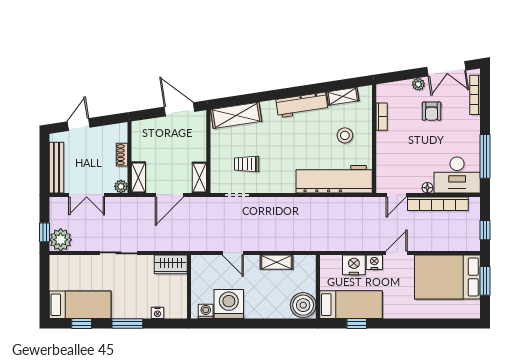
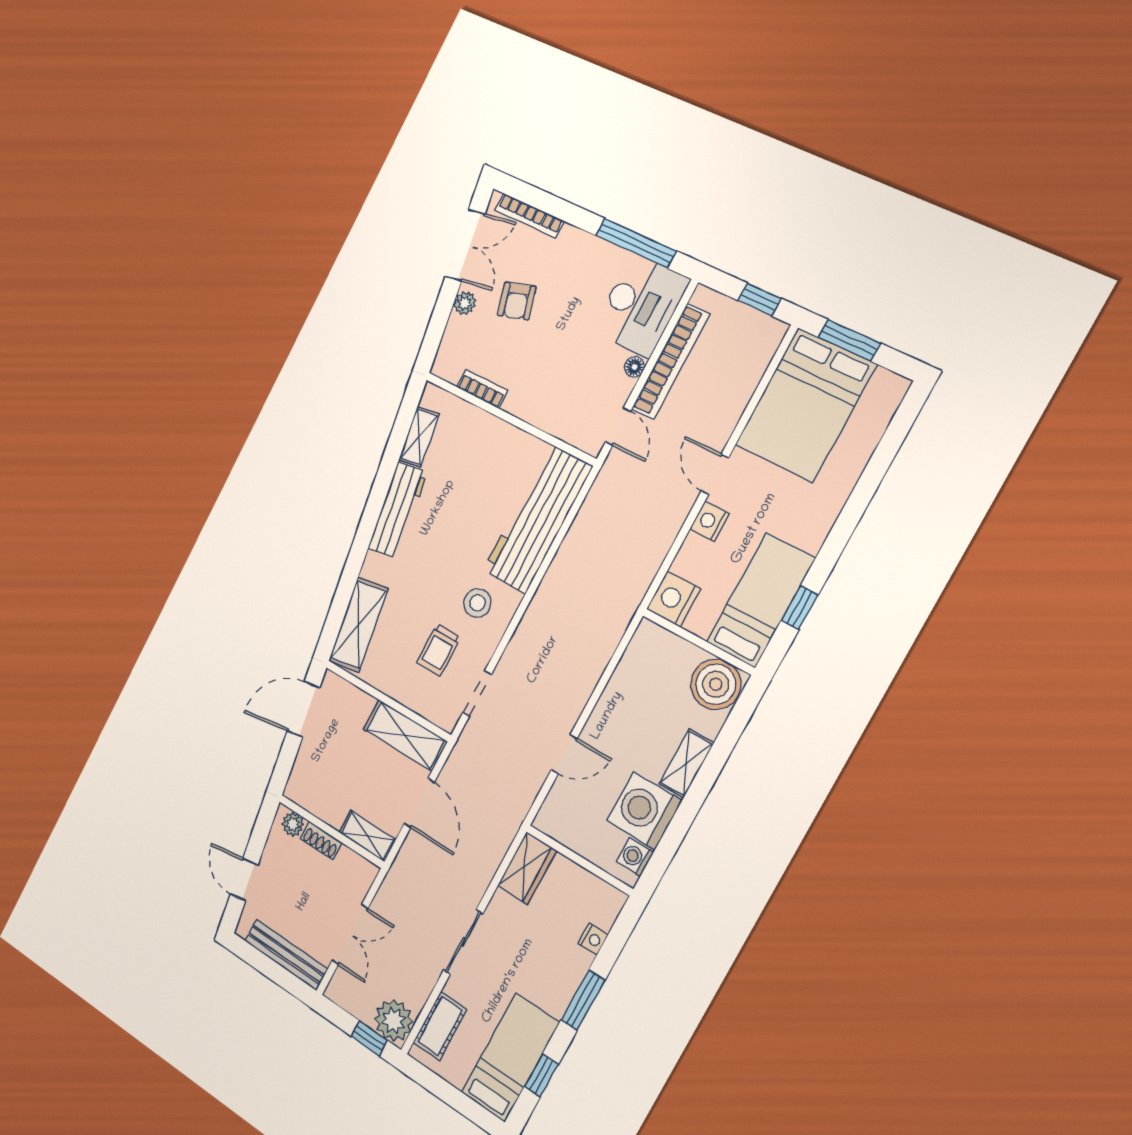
armchair: (432, 111) -> (517, 301), turned 74
stool: (345, 135) -> (477, 603), moved
shelving: (199, 178) -> (405, 735), width x1.50, depth x1.33
plant: (121, 186) -> (293, 824), moved
shelving: (276, 262) -> (686, 763), moved
cot: (73, 264) -> (440, 1026), added
nightstand: (354, 265) -> (674, 599), moved

